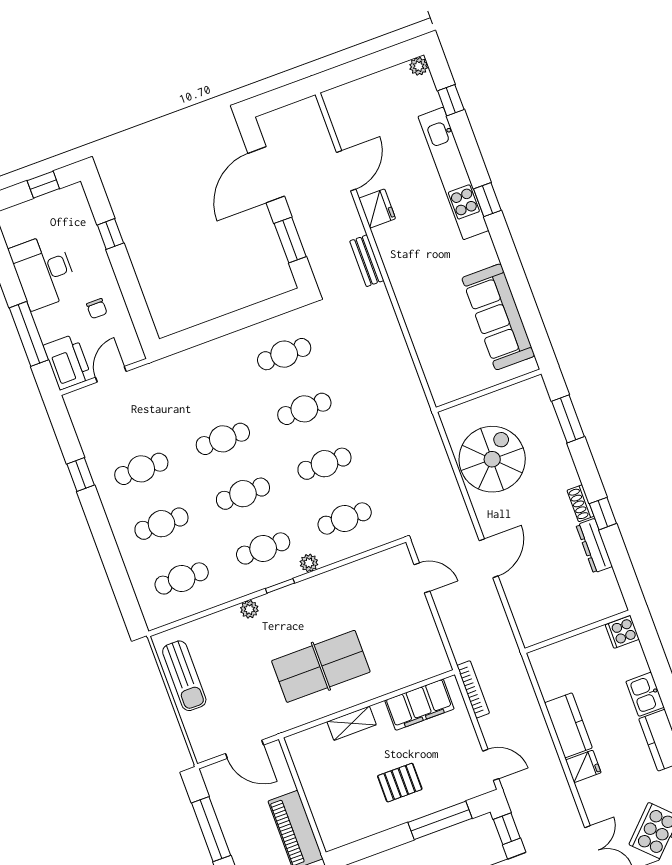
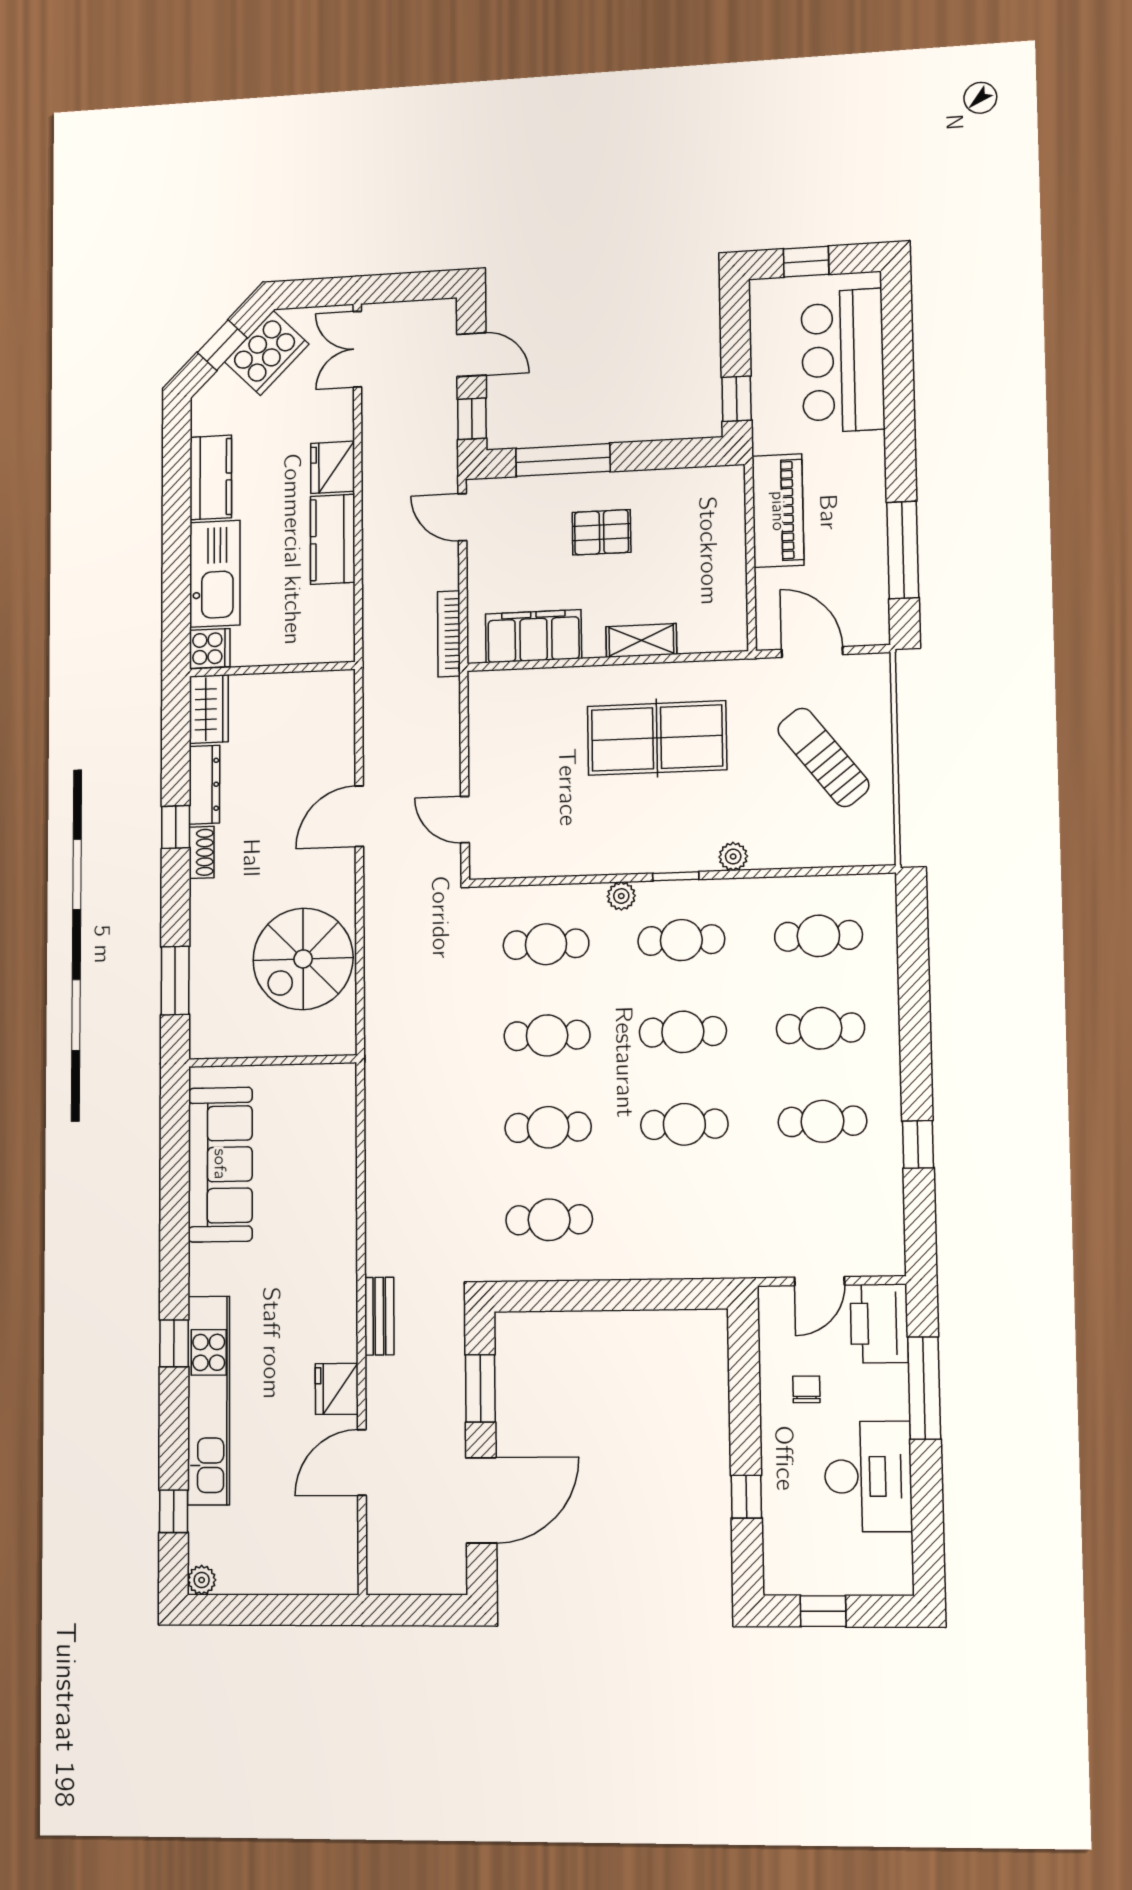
wardrobe: (609, 594) -> (209, 709), added
sun lounger: (184, 676) -> (823, 757), moved, turned -38
kitchen sink: (645, 694) -> (215, 574), width x1.88, depth x1.24
fridge: (583, 766) -> (333, 467), width x1.38

